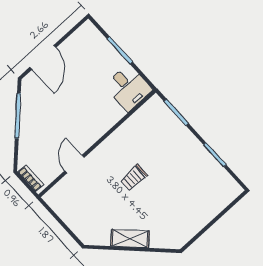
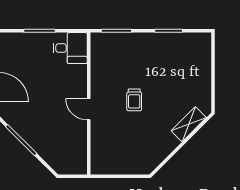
door: (74, 164) -> (89, 109), moved
bookcase: (31, 178) -> (71, 170), removed
shelving: (130, 239) -> (189, 124), moved

